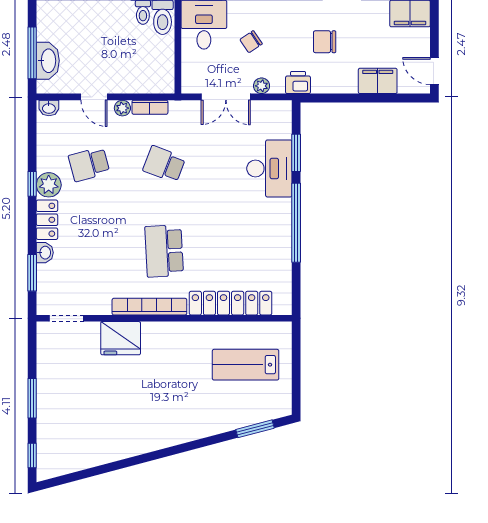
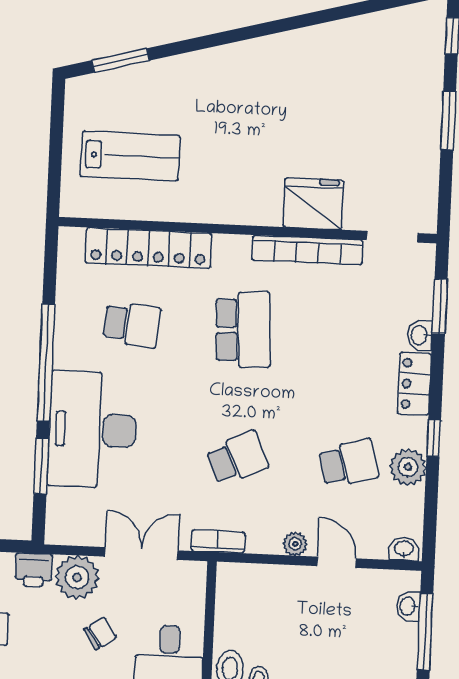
washbasin: (48, 61) -> (408, 606), width x0.52, depth x0.69
plant: (262, 86) -> (77, 577), width x1.88, depth x1.88
bookcase: (150, 107) -> (218, 542), moved
school desk: (164, 164) -> (237, 458), turned -45
desk: (269, 168) -> (92, 430), width x1.36, depth x1.30
plant: (49, 185) -> (408, 467), moved
school desk: (239, 251) -> (132, 325), added
bookcase: (149, 307) -> (307, 250), moved

